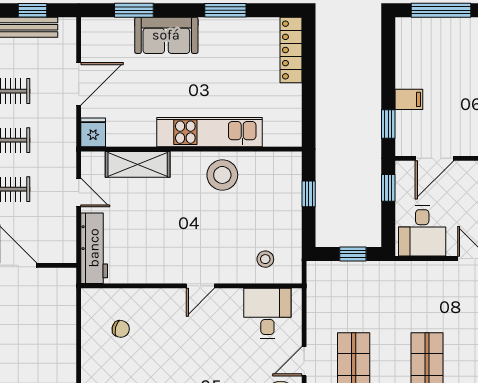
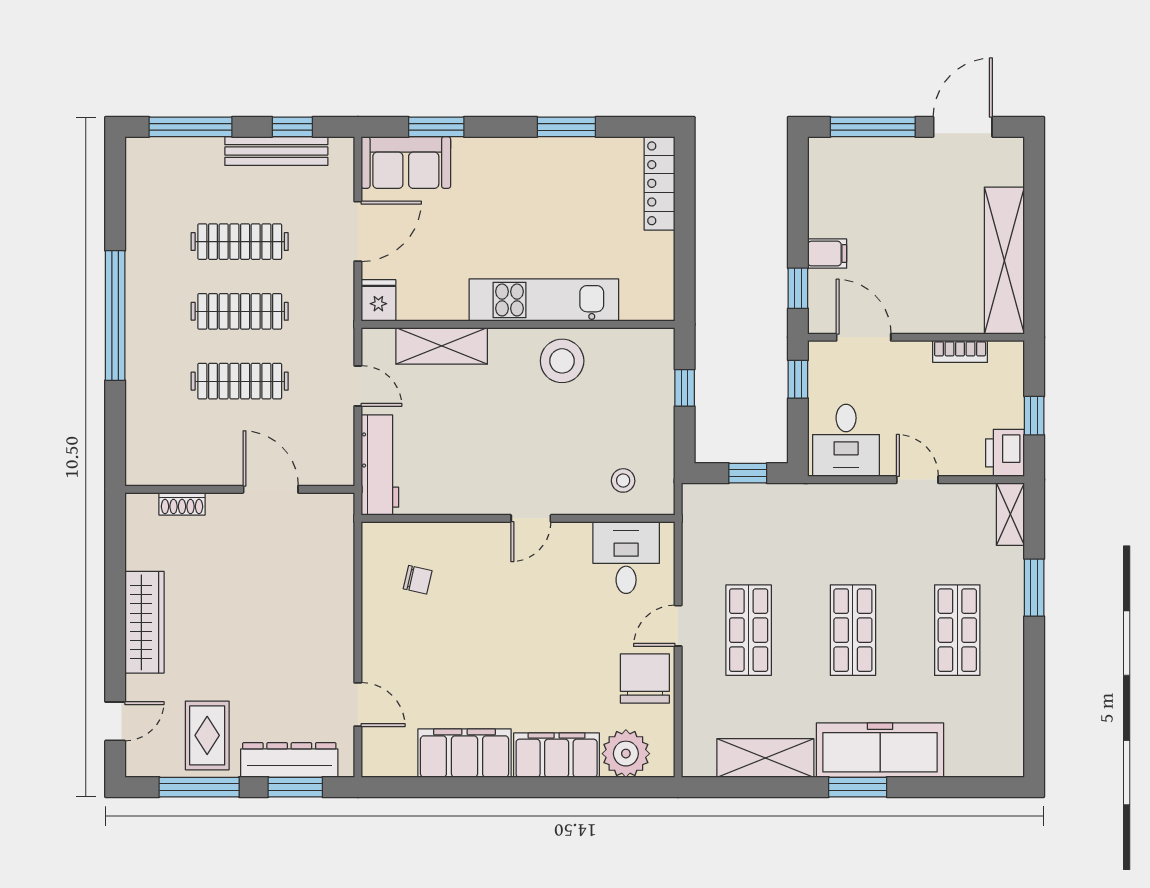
sofa: (166, 35) -> (406, 162), moved
door: (435, 158) -> (864, 337), swing flipped

